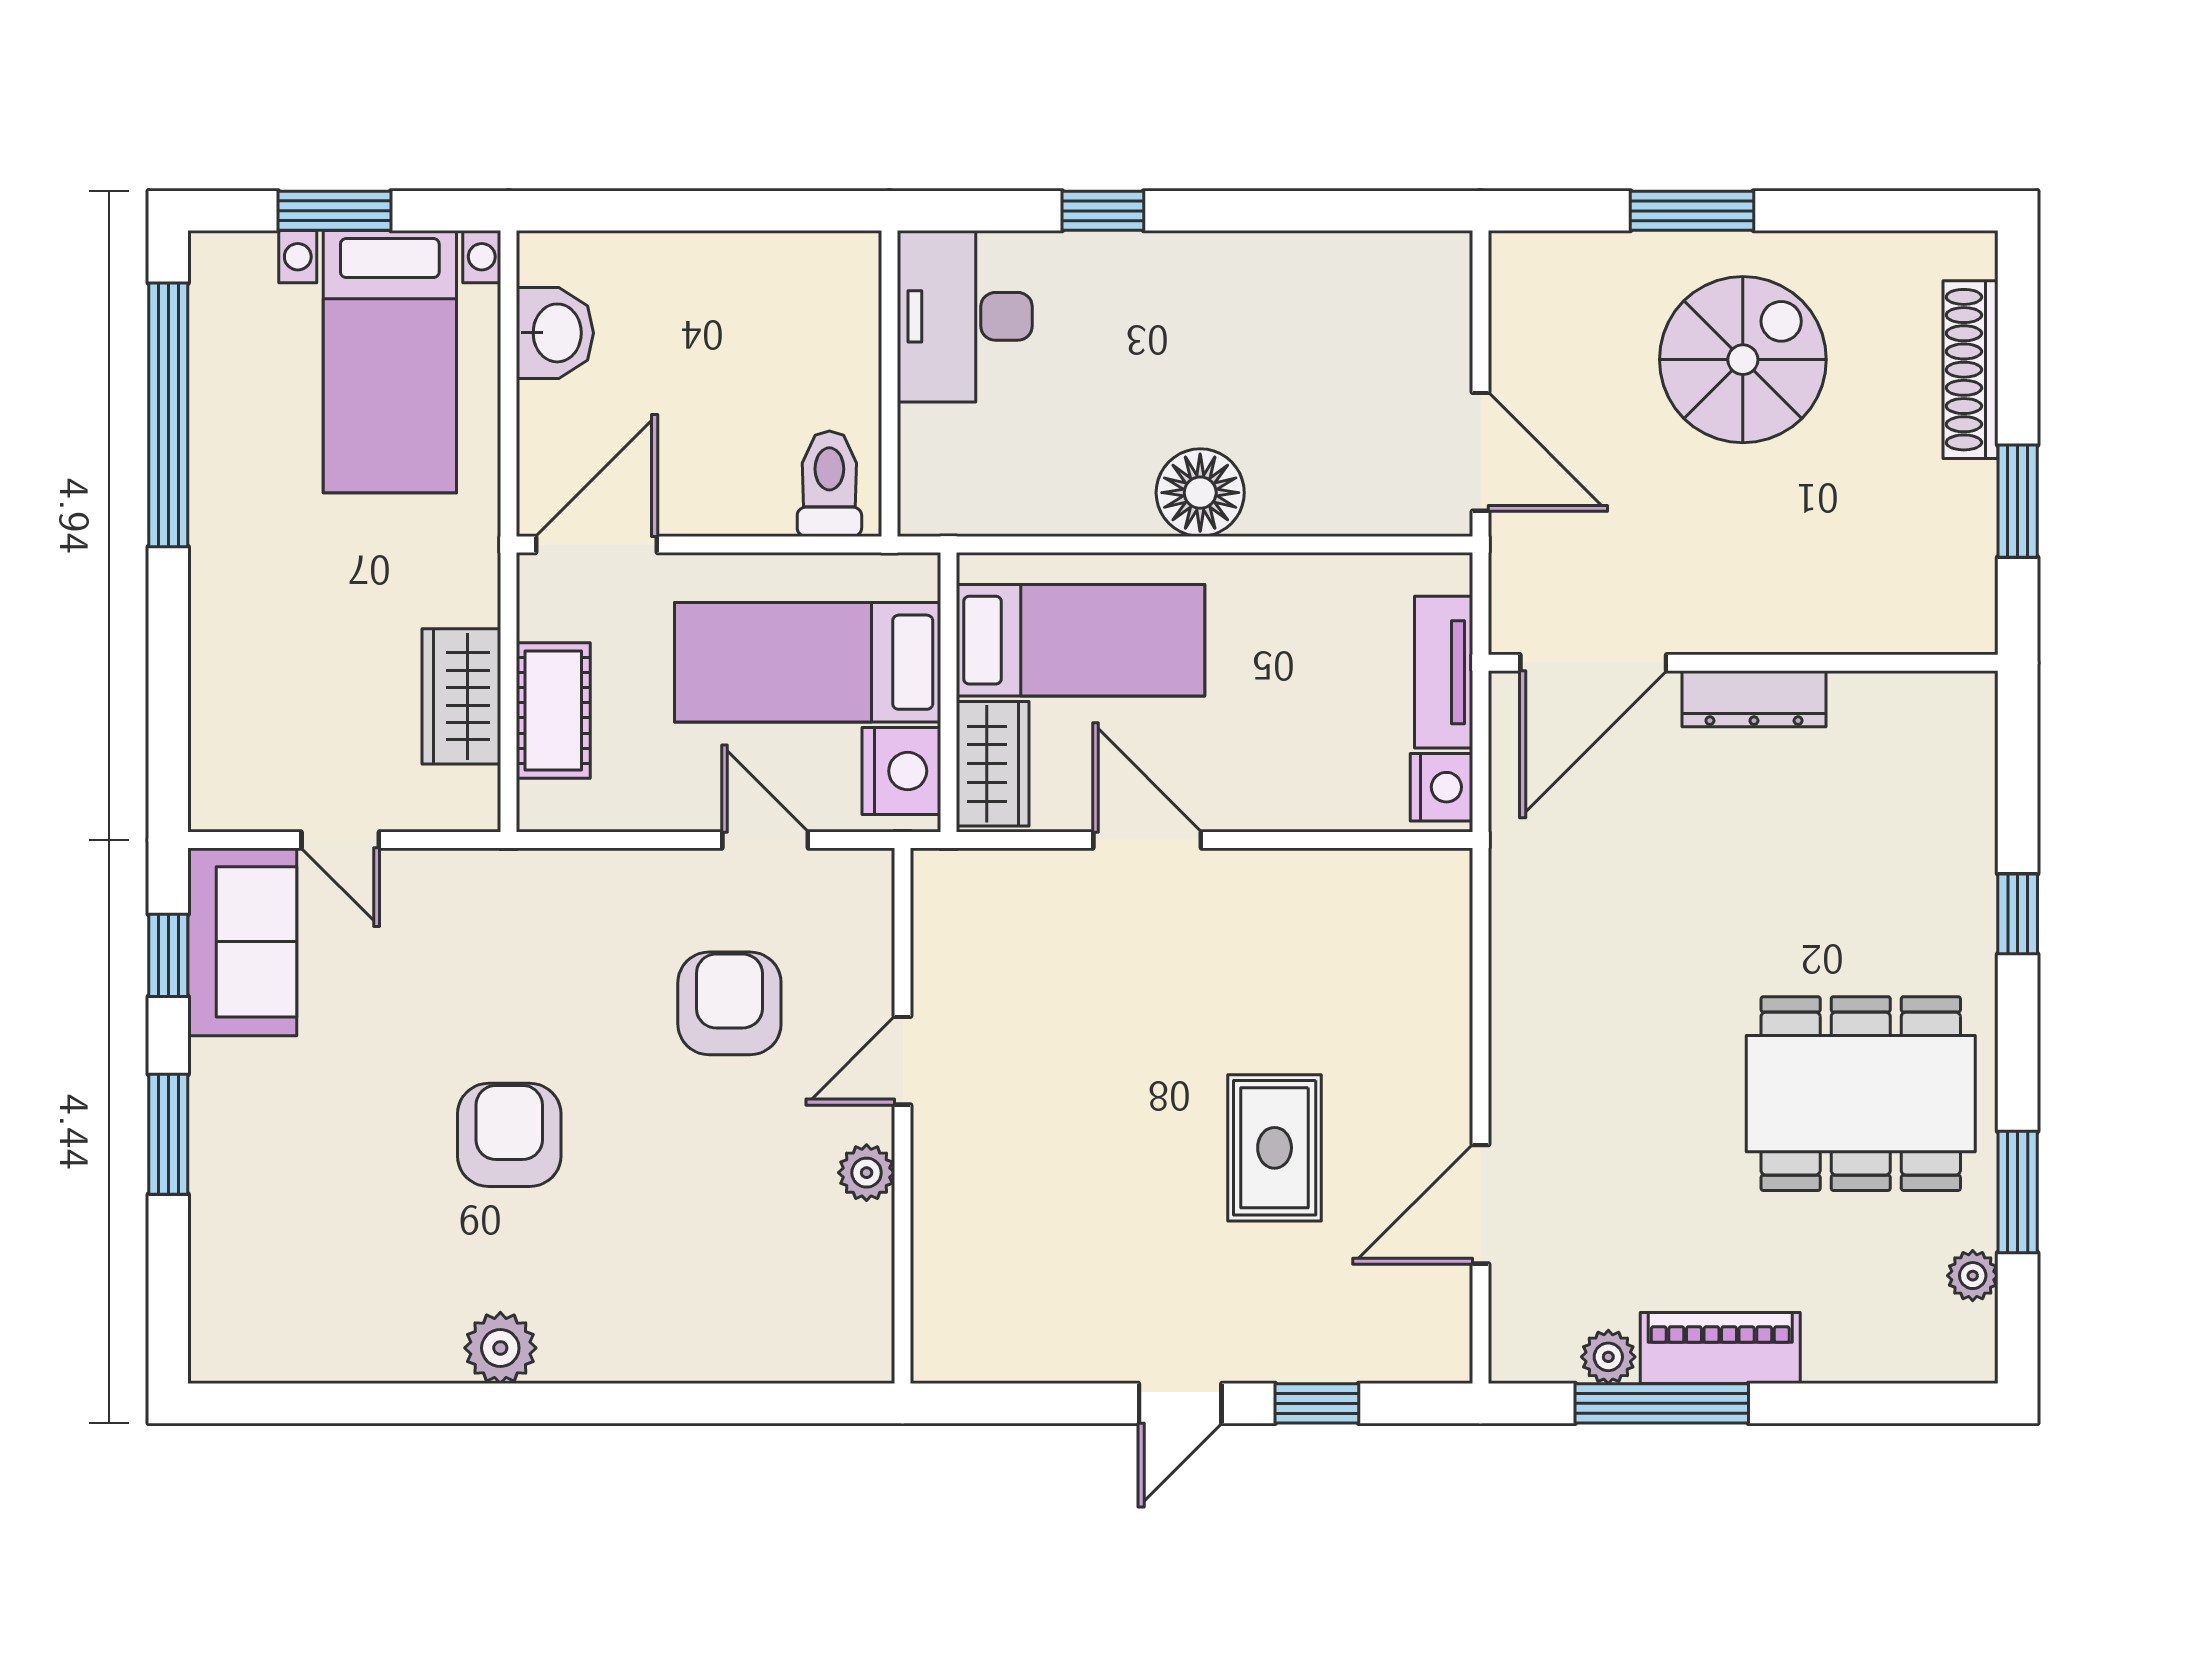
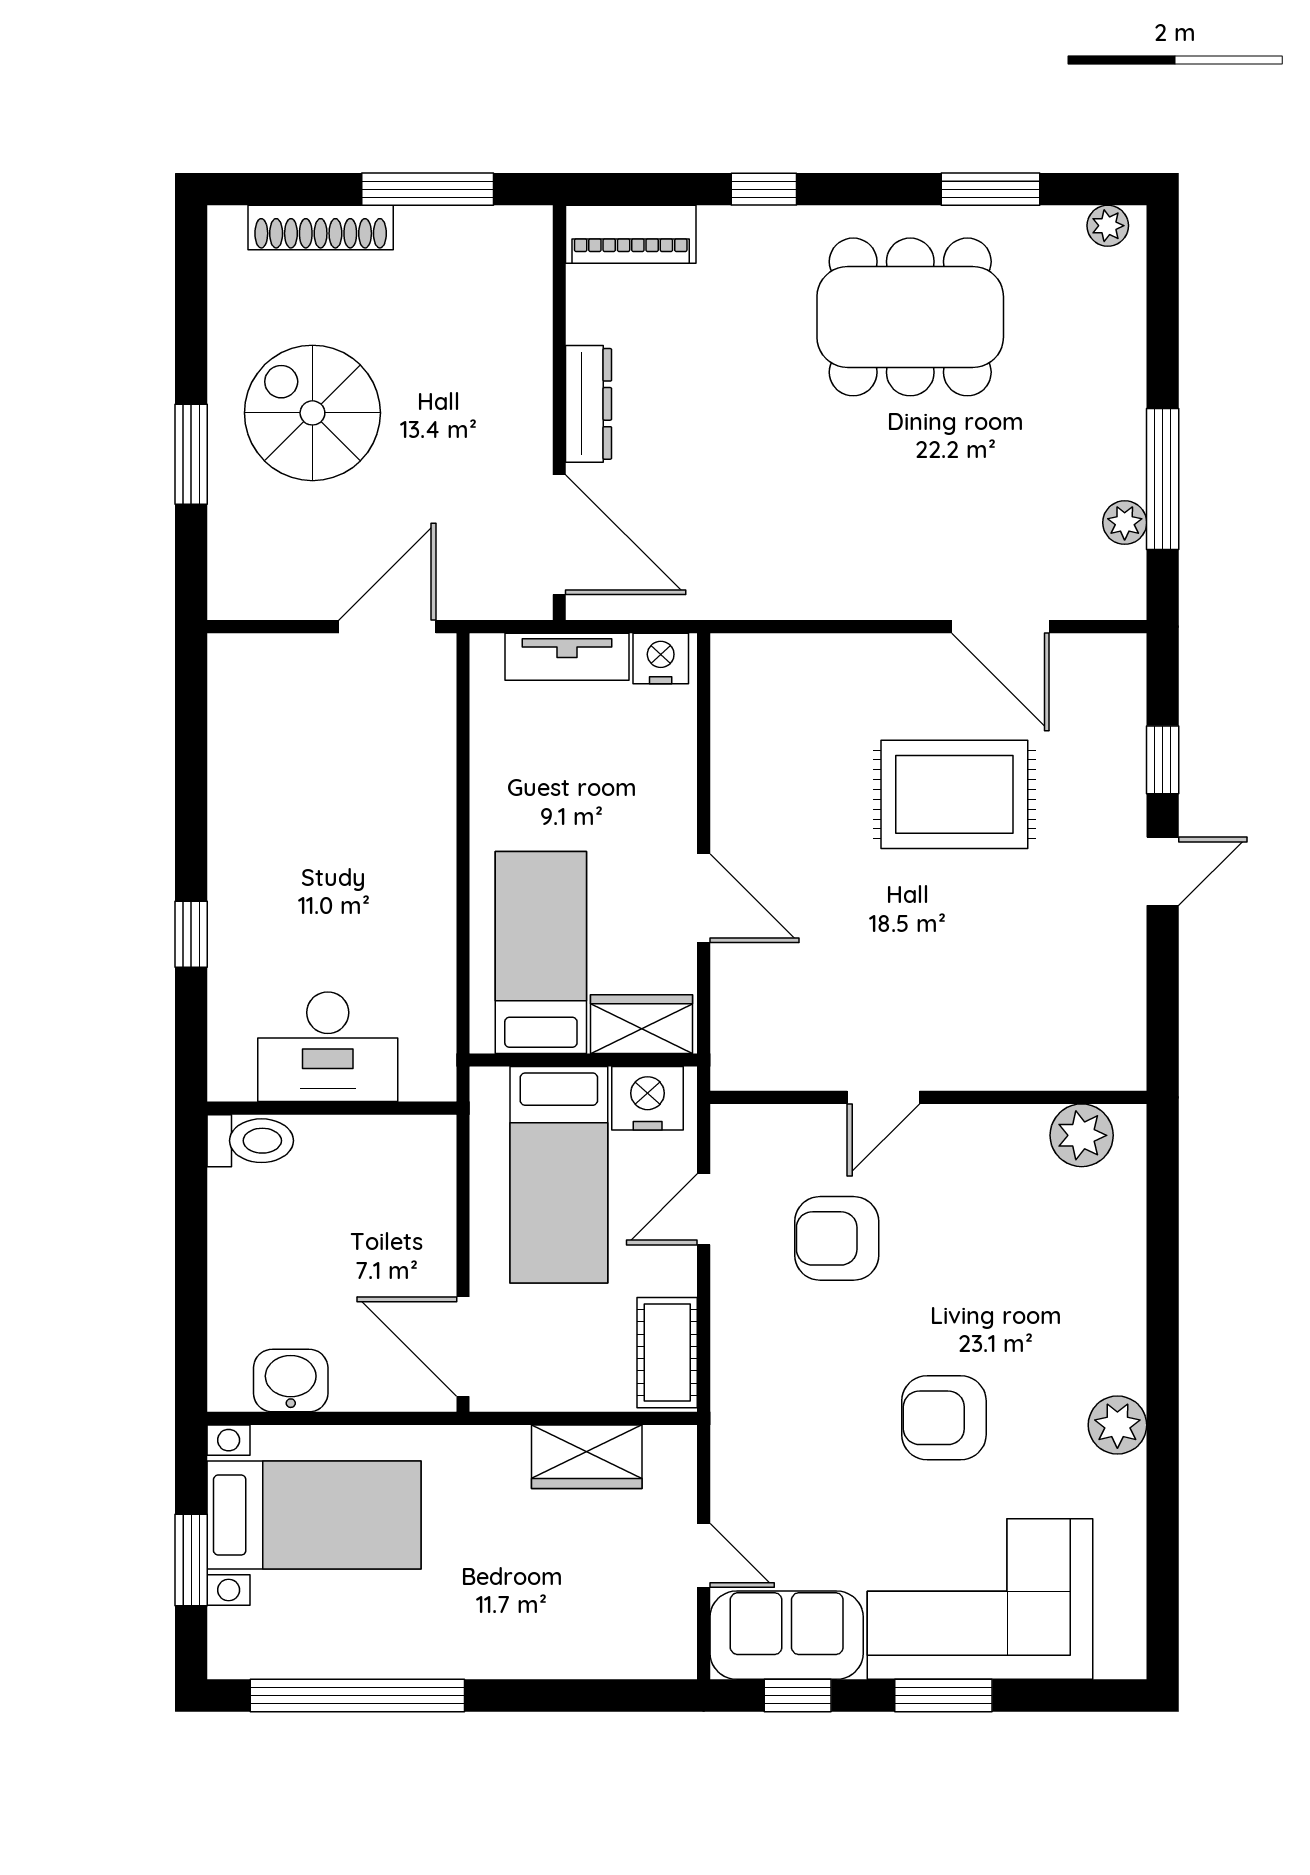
desk: (965, 316) -> (328, 1047), moved
toilet: (829, 484) -> (250, 1141), moved, turned 180
floor lamp: (1200, 493) -> (421, 855), removed
window: (2018, 501) -> (428, 189), width x1.44
cot: (553, 710) -> (667, 1353), moved, turned 90
door: (340, 840) -> (704, 1555), hinge flipped
door: (1147, 840) -> (704, 898), swing flipped
door: (903, 1061) -> (883, 1097), hinge flipped
dining table: (1861, 1094) -> (910, 317), turned 90
rug: (1275, 1148) -> (954, 794), width x1.36, depth x1.43
plant: (867, 1173) -> (1082, 1135), moved, width x1.38, depth x1.38
corner sofa: (287, 1179) -> (980, 1599), added
plant: (1973, 1276) -> (1108, 226), moved
piano: (1720, 1348) -> (631, 234), moved, turned -90
door: (1180, 1403) -> (1163, 871), hinge flipped

